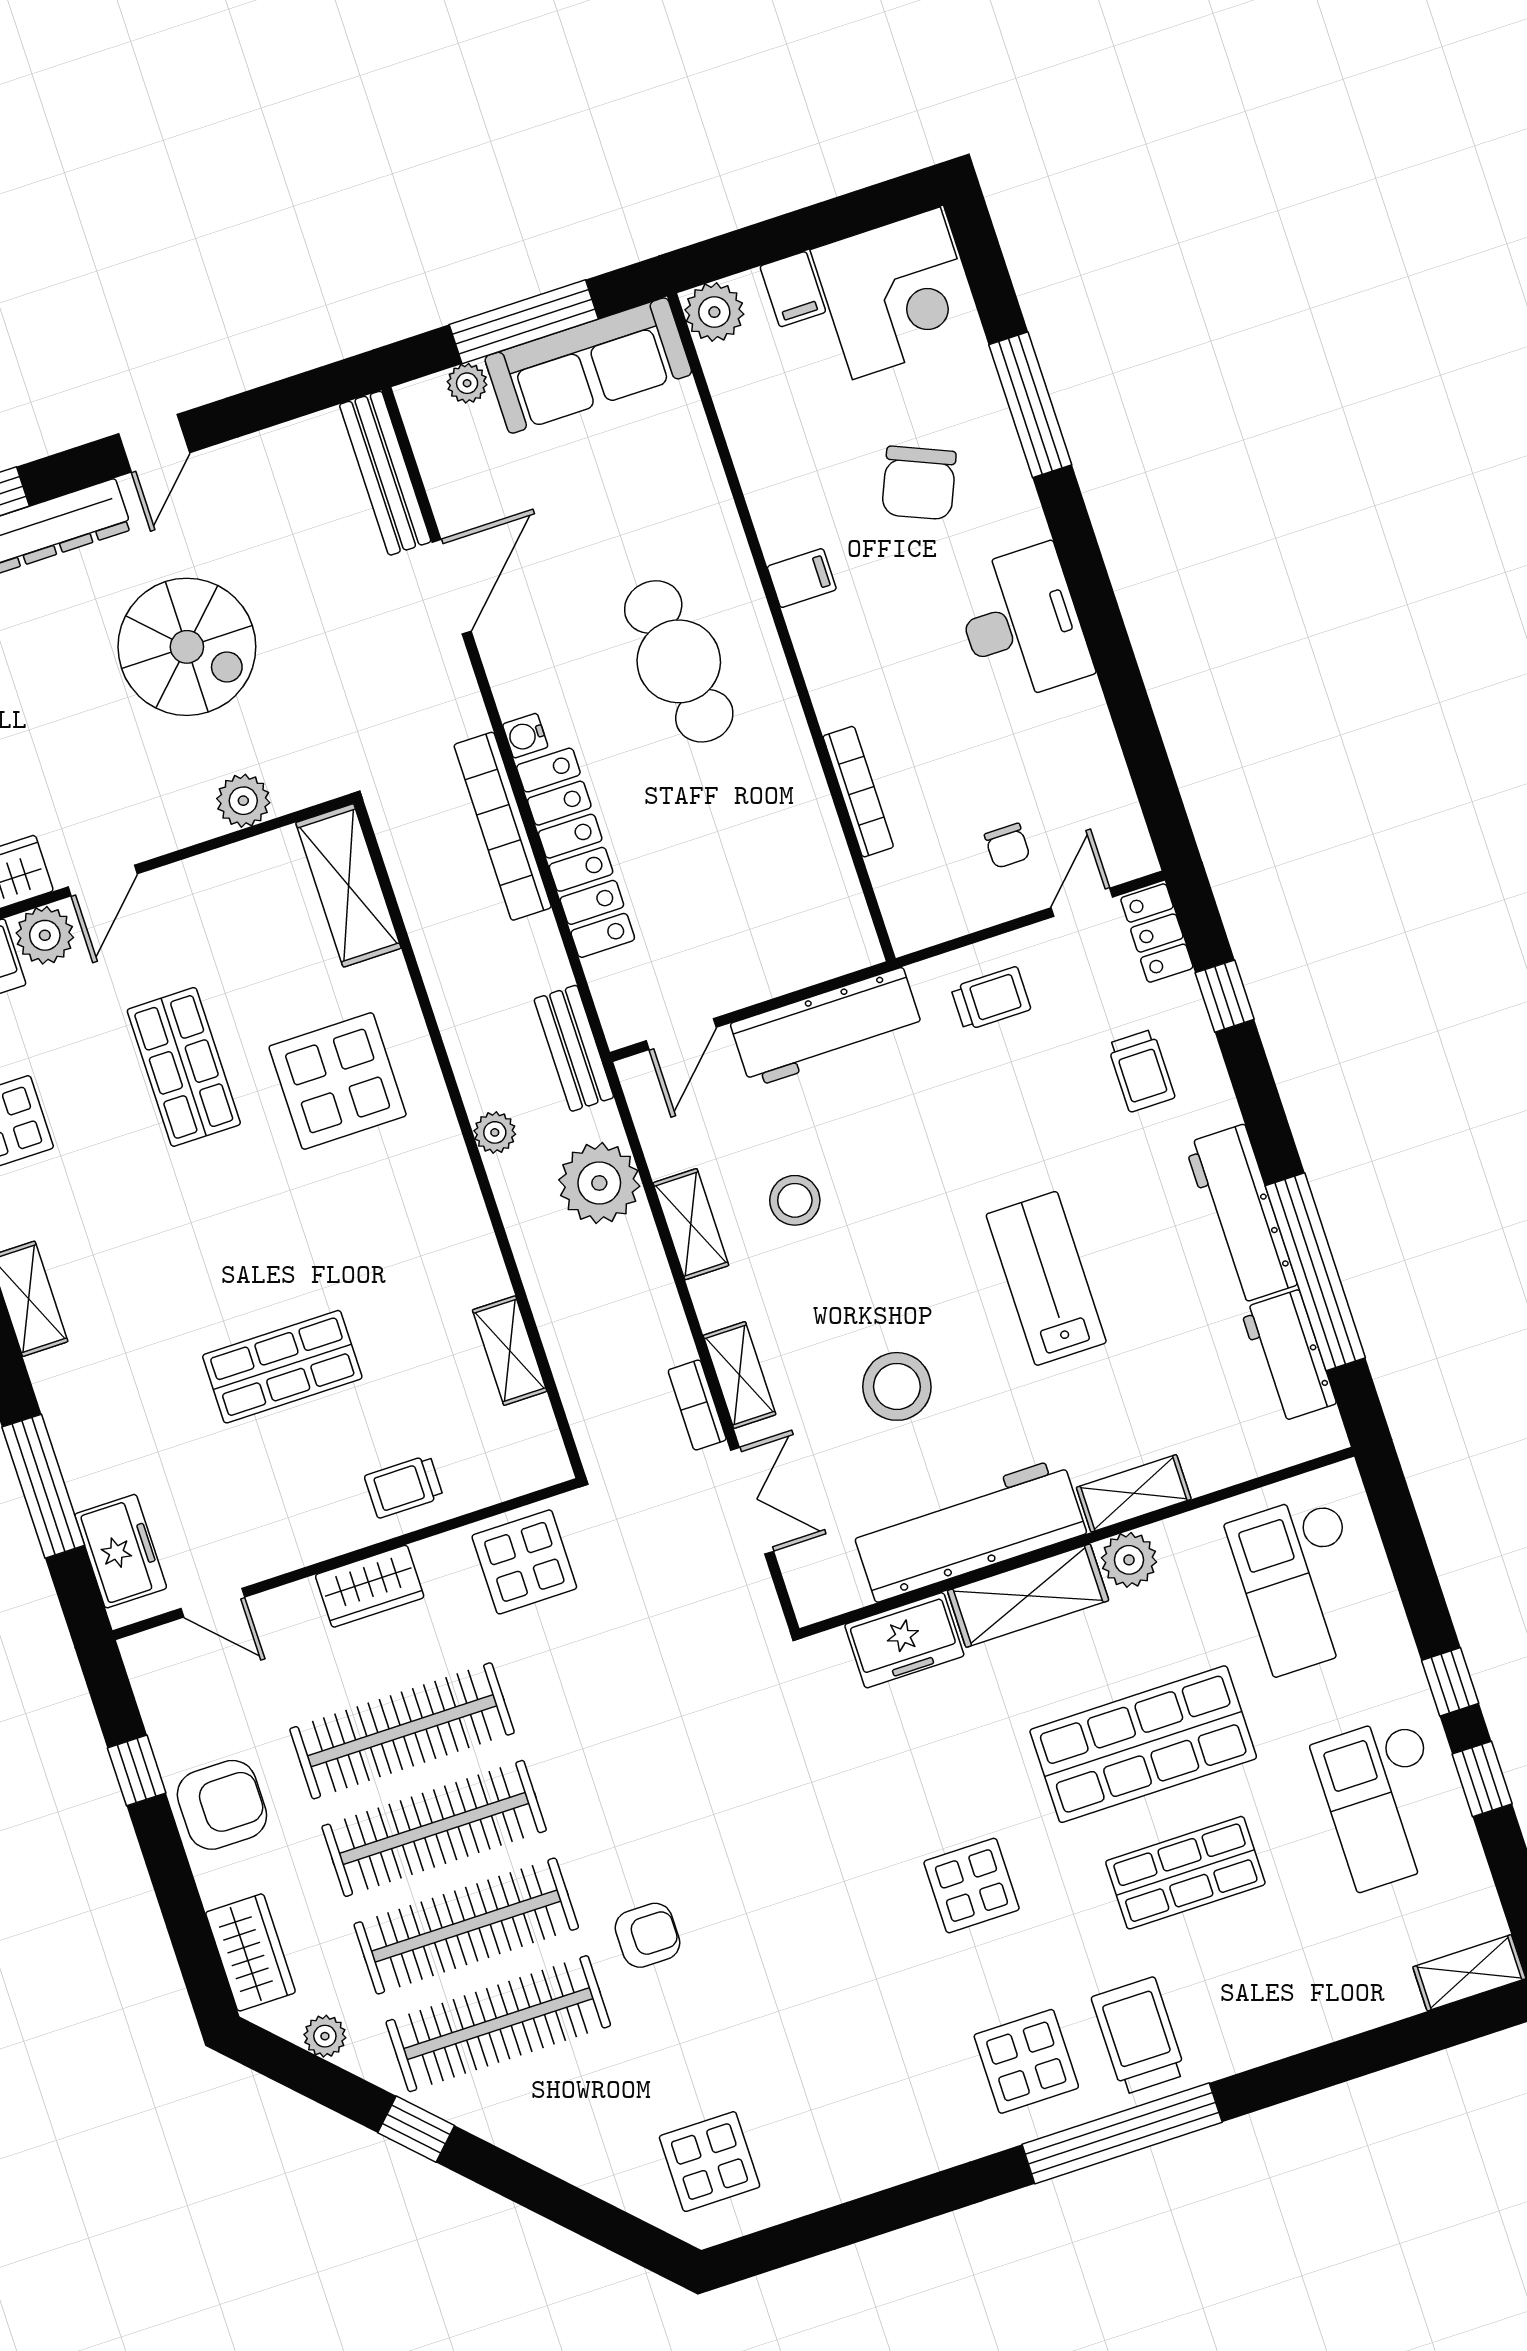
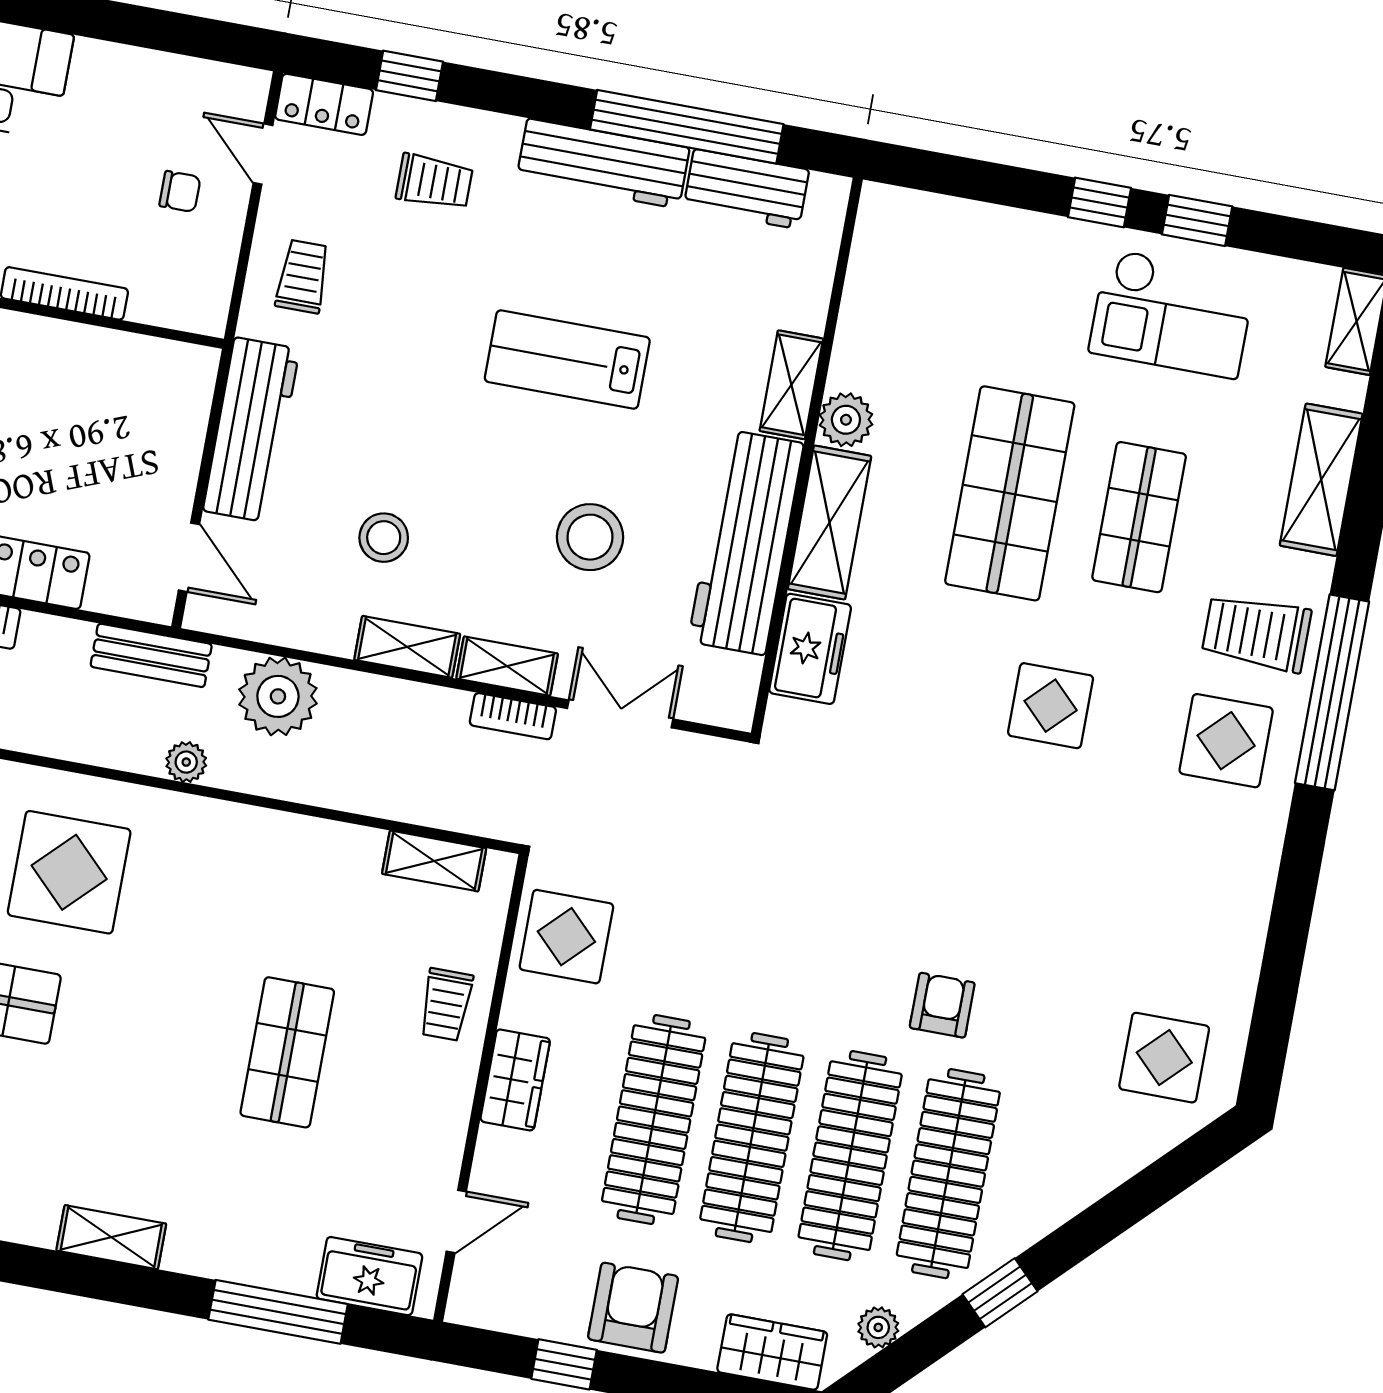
shelving: (691, 1224) -> (407, 647), moved
shelving: (510, 1351) -> (434, 861), moved
checkout: (1303, 1583) -> (947, 282), removed
shelving: (1309, 2019) -> (1321, 480), added

